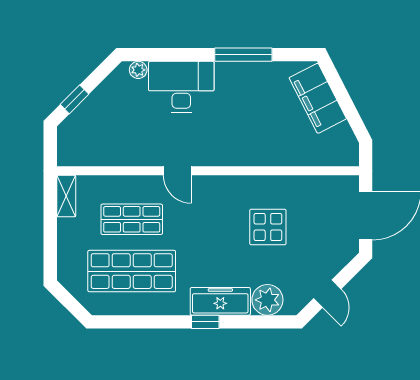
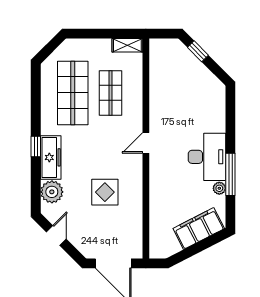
plant: (138, 70) -> (219, 188), moved
desk: (181, 87) -> (207, 157), moved
door: (177, 171) -> (146, 143), moved
door: (327, 294) -> (56, 235), swing flipped

